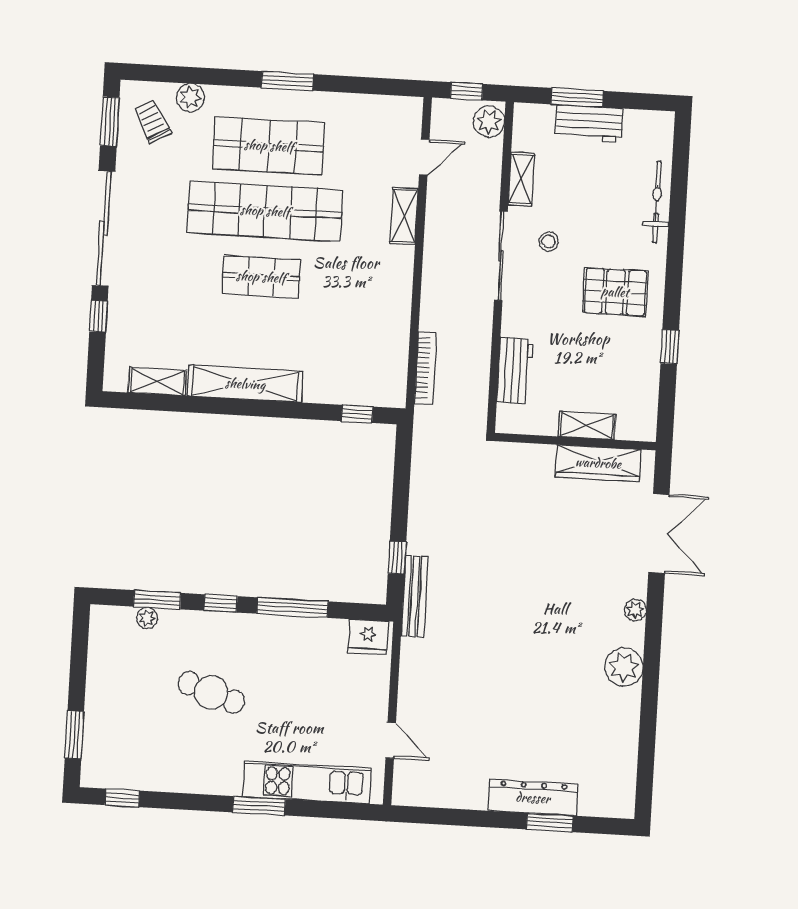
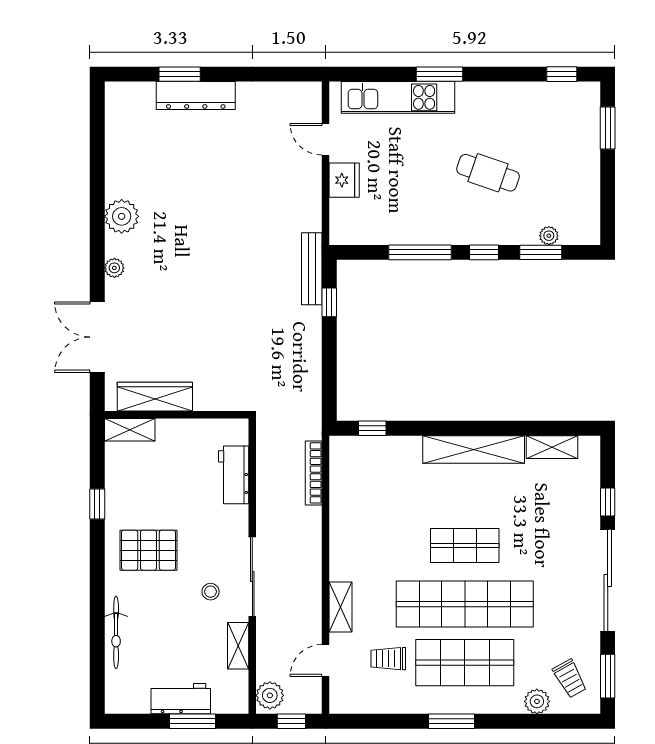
trolley: (354, 155) -> (388, 659), added
shelving: (587, 425) -> (130, 430), moved
fridge: (368, 637) -> (344, 180), moved, turned 90

